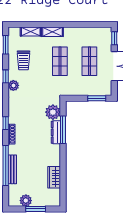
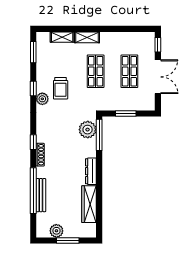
trolley: (23, 60) -> (61, 88), moved
window: (97, 98) -> (126, 114), moved
window: (63, 130) -> (99, 135), moved
dresser: (56, 132) -> (91, 171), moved
wardrobe: (54, 177) -> (89, 204), width x1.50

